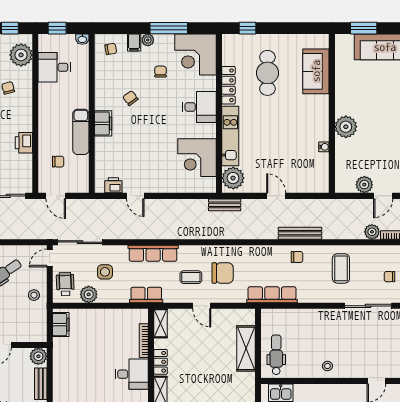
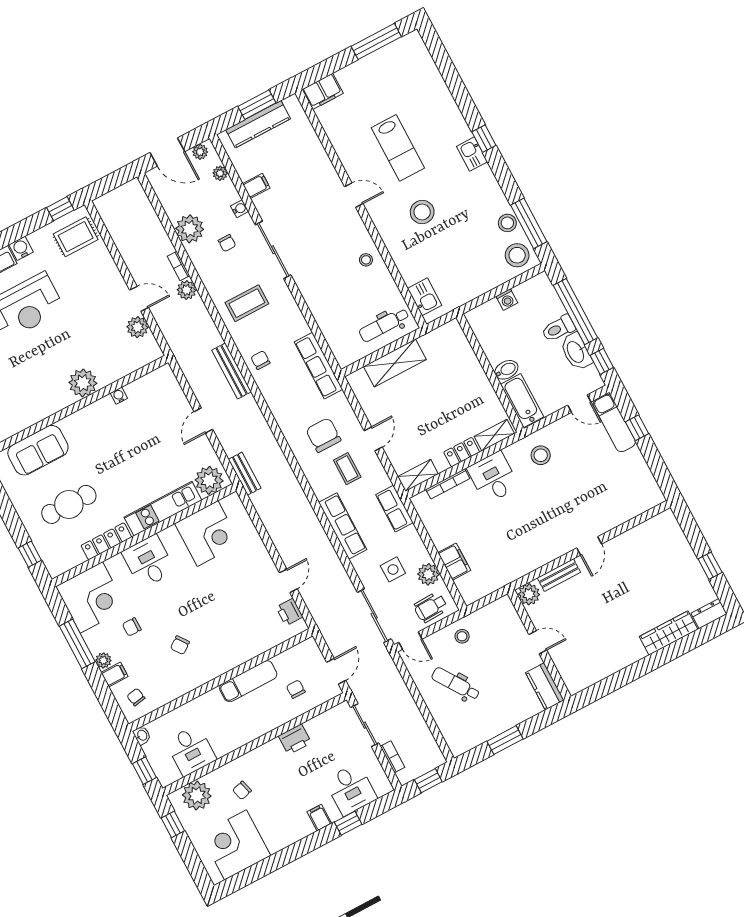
filing cabinet: (103, 123) -> (225, 661), removed
filing cabinet: (61, 325) -> (454, 562), moved, turned 90

